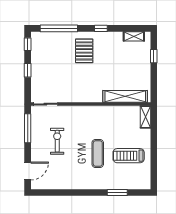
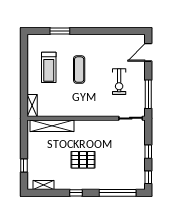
pallet: (84, 51) -> (83, 160), moved, turned 90
treadmill: (129, 156) -> (49, 67), turned 90

